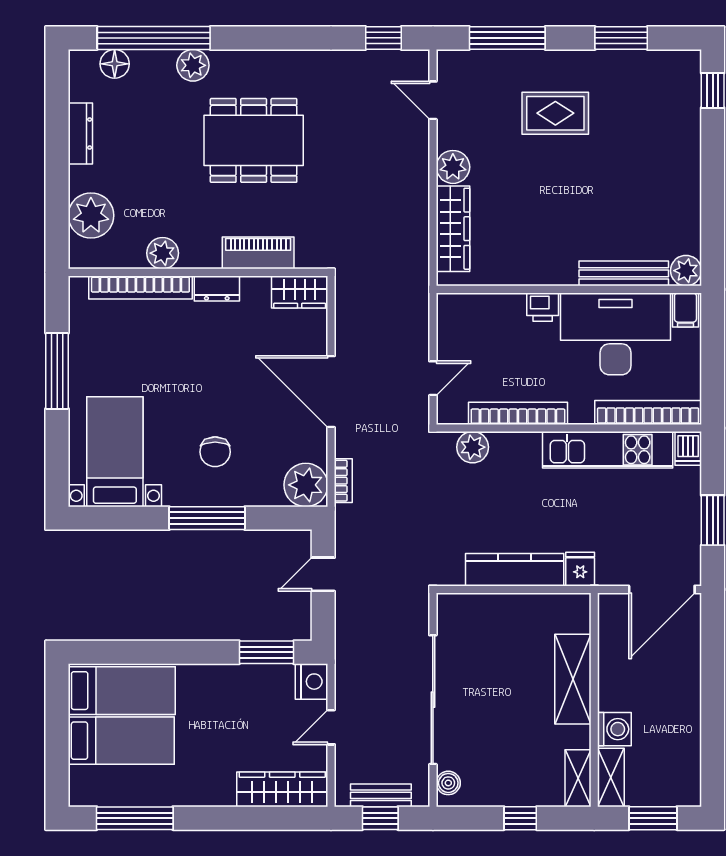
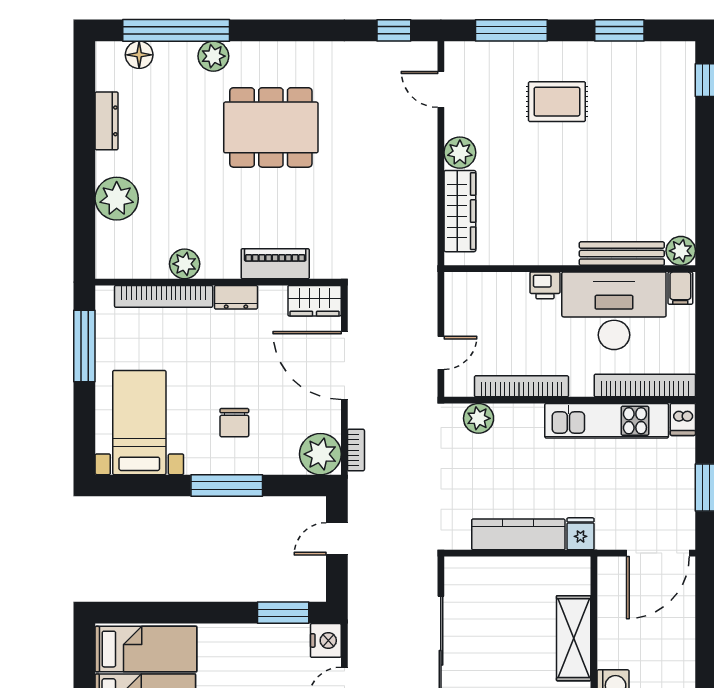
plant: (163, 253) -> (185, 264), moved
piano: (258, 253) -> (275, 264), moved
wall: (198, 272) -> (218, 282), moved
bookcase: (140, 287) -> (164, 296), moved
dresser: (217, 288) -> (236, 297), moved
wardrobe: (300, 292) -> (315, 301), moved

